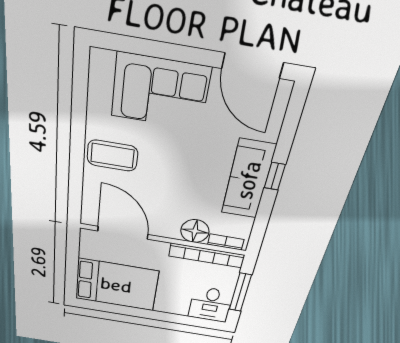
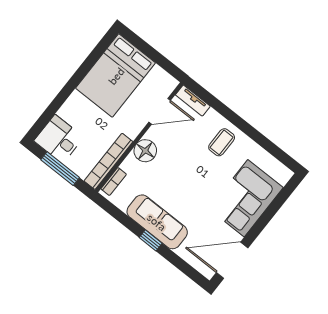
coffee table: (112, 156) -> (222, 142), width x0.73, depth x0.77
tv unit: (89, 207) -> (193, 101), added
floor lamp: (195, 231) -> (145, 151), moved
door: (123, 233) -> (160, 111), width x0.73

